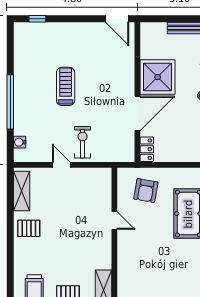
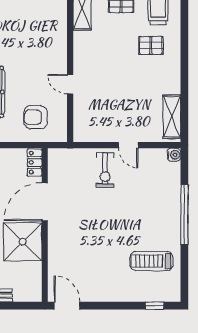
treadmill: (66, 86) -> (151, 261), moved, turned 90
water cooler: (20, 142) -> (174, 155), moved
armchair: (146, 191) -> (36, 117), turned -100
pallet: (29, 228) -> (151, 45), moved

